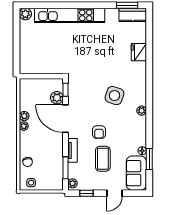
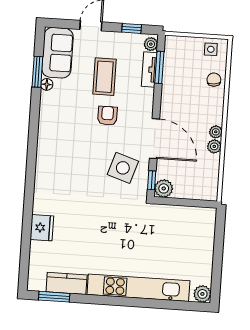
kitchen counter: (133, 15) -> (67, 283), moved
side table: (114, 96) -> (123, 168), moved
plant: (57, 98) -> (164, 188), moved
plant: (142, 111) -> (44, 143), removed
tv unit: (72, 150) -> (149, 70), moved

